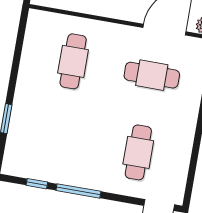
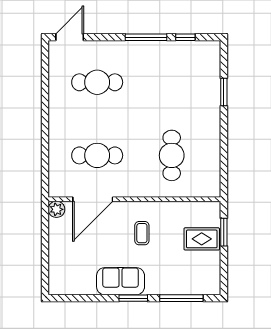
cafe table: (138, 152) -> (97, 82), turned 90

